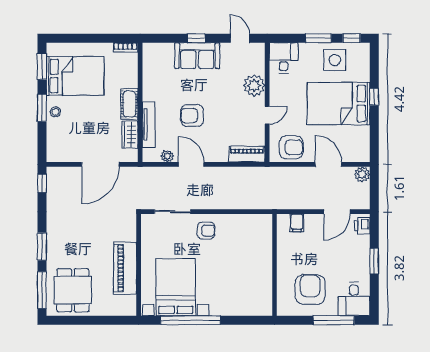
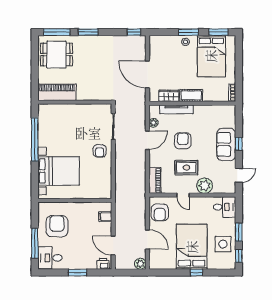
rug: (229, 111) -> (186, 168), added
door: (328, 164) -> (147, 239), hinge flipped
piano: (125, 268) -> (57, 92), moved
bed with nightstands: (176, 287) -> (59, 171), moved
armchair: (310, 290) -> (57, 226), turned -90

